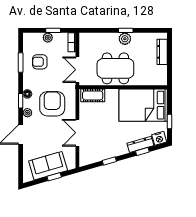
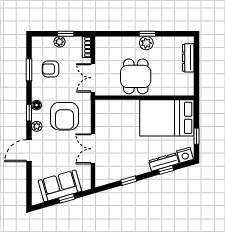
dining table: (115, 68) -> (136, 76), width x0.73
cot: (93, 95) -> (110, 107), removed
armchair: (52, 104) -> (65, 116), turned 180

